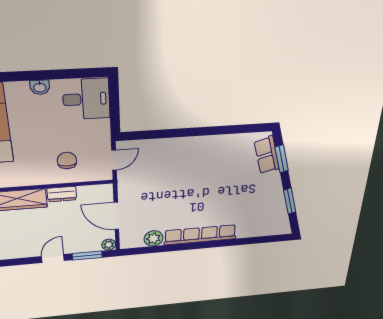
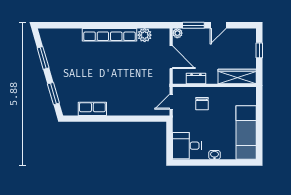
row of seats: (267, 155) -> (92, 109), moved, turned -74
dresser: (62, 194) -> (196, 78), moved

